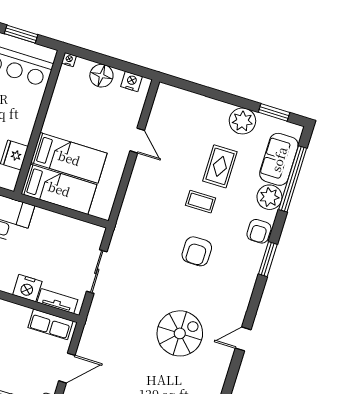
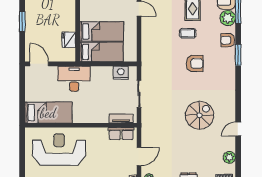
armchair: (259, 231) -> (228, 40), turned 90
armchair: (197, 251) -> (195, 63), turned -90
nightstand: (27, 288) -> (121, 73), moved, turned 180
door: (243, 339) -> (238, 129), moved

